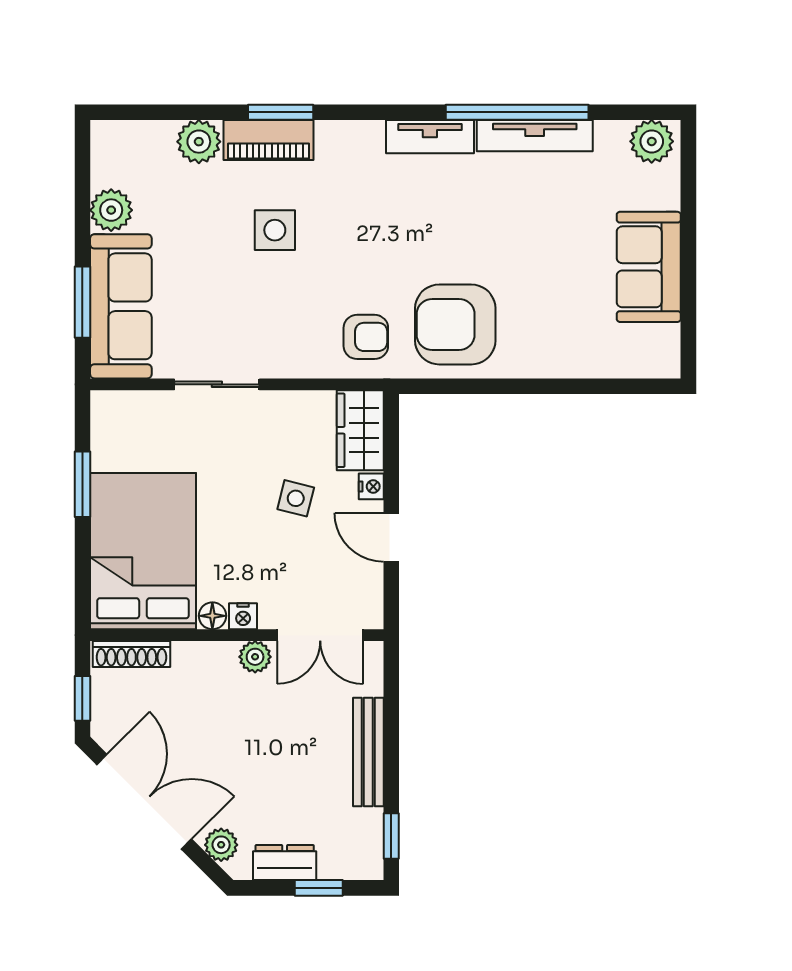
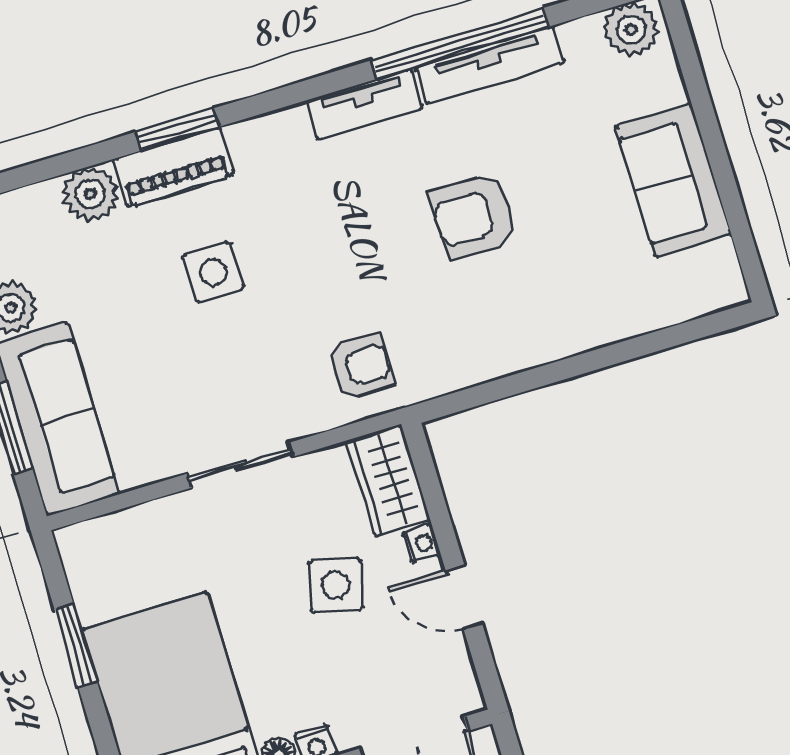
armchair: (455, 324) -> (474, 216), moved, width x0.73, depth x0.73
sliding door: (217, 384) -> (240, 465), moved
side table: (296, 498) -> (336, 585), width x1.37, depth x1.37

